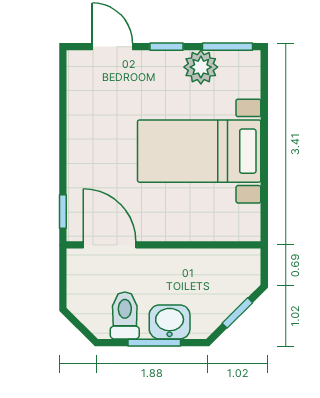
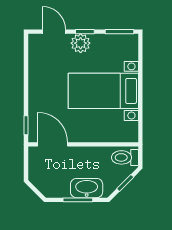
plant: (201, 67) -> (81, 43), moved
toilet: (125, 315) -> (125, 157), moved, turned -90
washbasin: (170, 322) -> (87, 188), width x1.38

